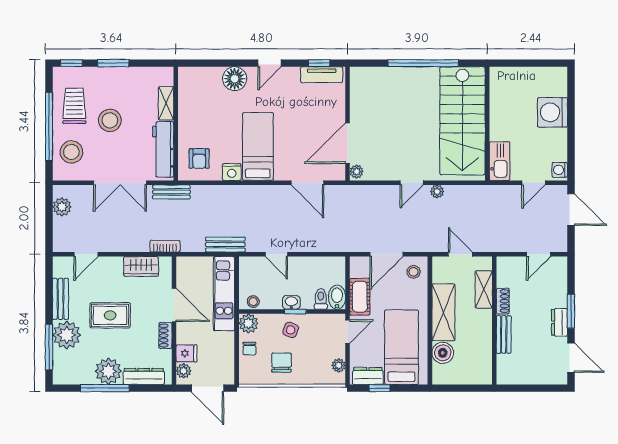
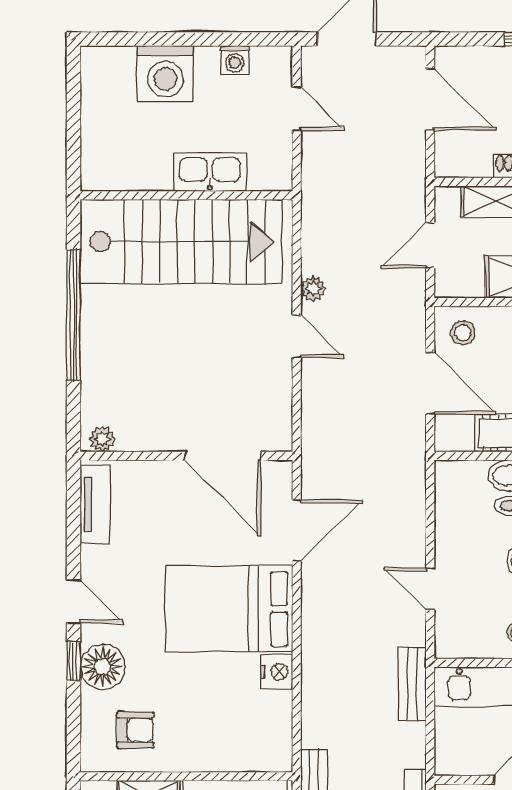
window: (319, 63) -> (73, 661), moved
bed: (258, 146) -> (229, 609), width x1.50
armchair: (199, 158) -> (135, 730), moved
kitchen sink: (500, 161) -> (210, 172), moved
washing machine: (560, 170) -> (235, 60), moved
plant: (356, 172) -> (102, 439), moved
door: (276, 254) -> (430, 589), swing flipped
door: (539, 254) -> (430, 99), width x1.37

